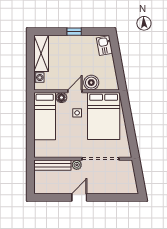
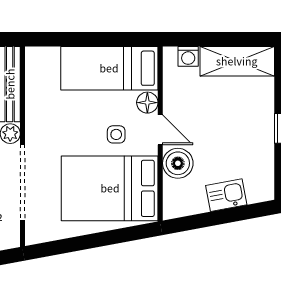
kitchen sink: (104, 46) -> (226, 195), moved

